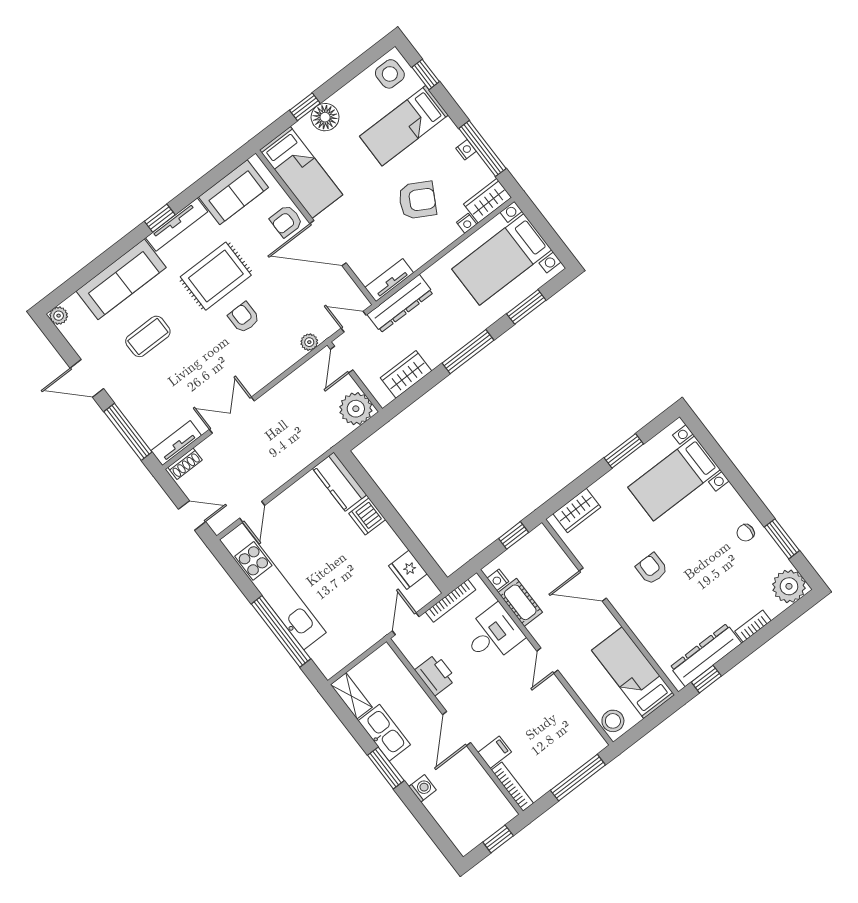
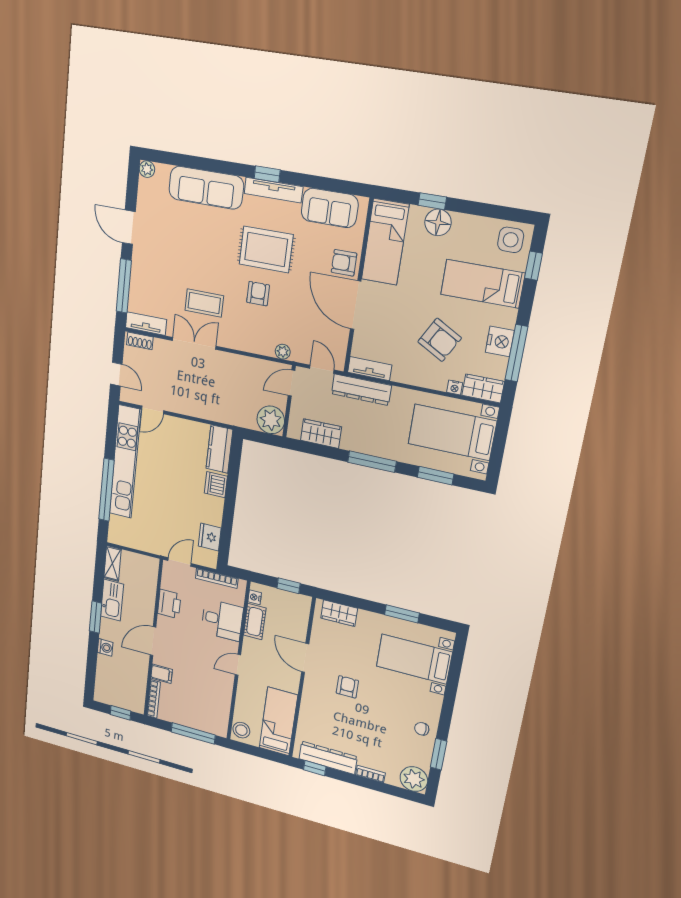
nightstand: (466, 150) -> (500, 341), width x1.89, depth x1.79
coffee table: (148, 336) -> (204, 303), moved

